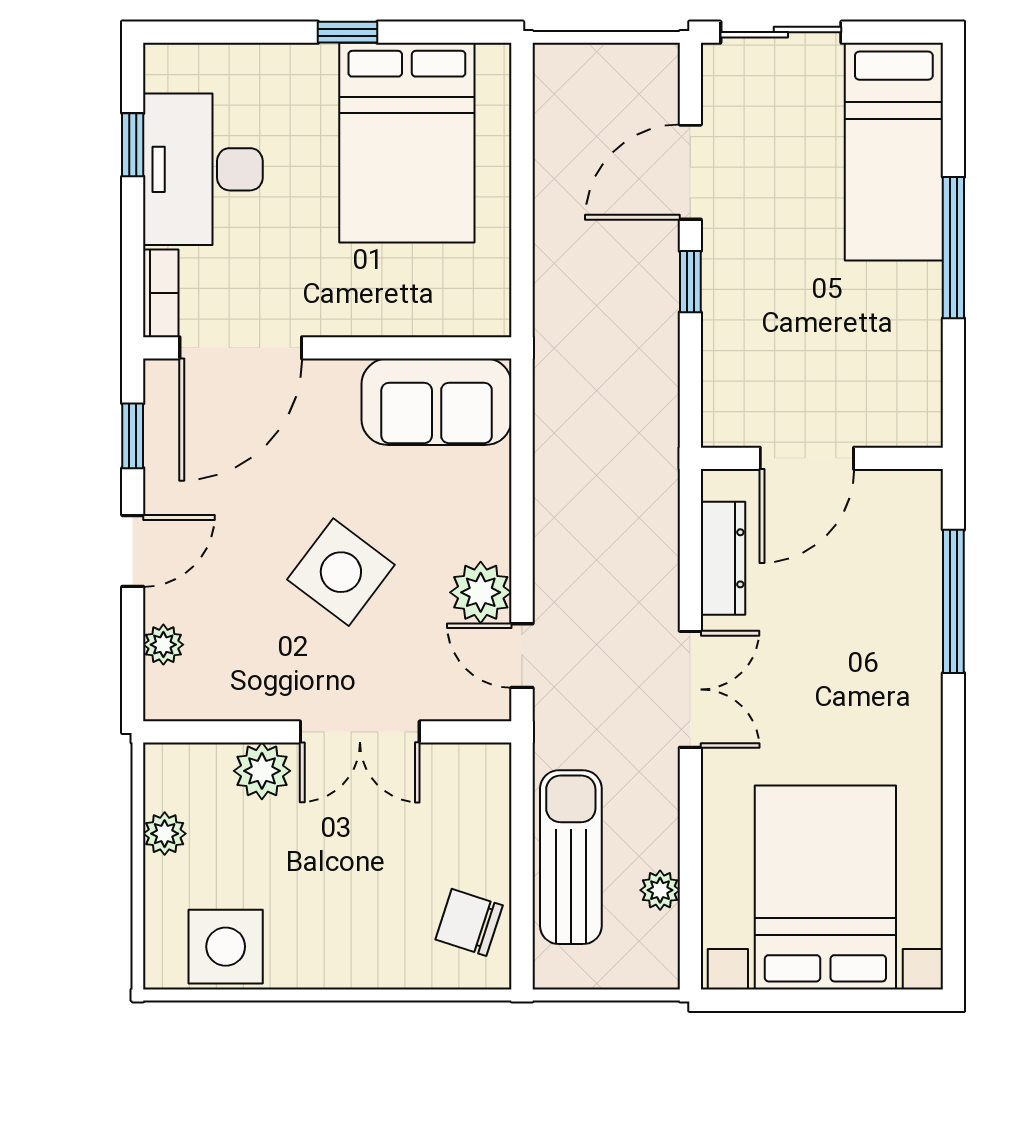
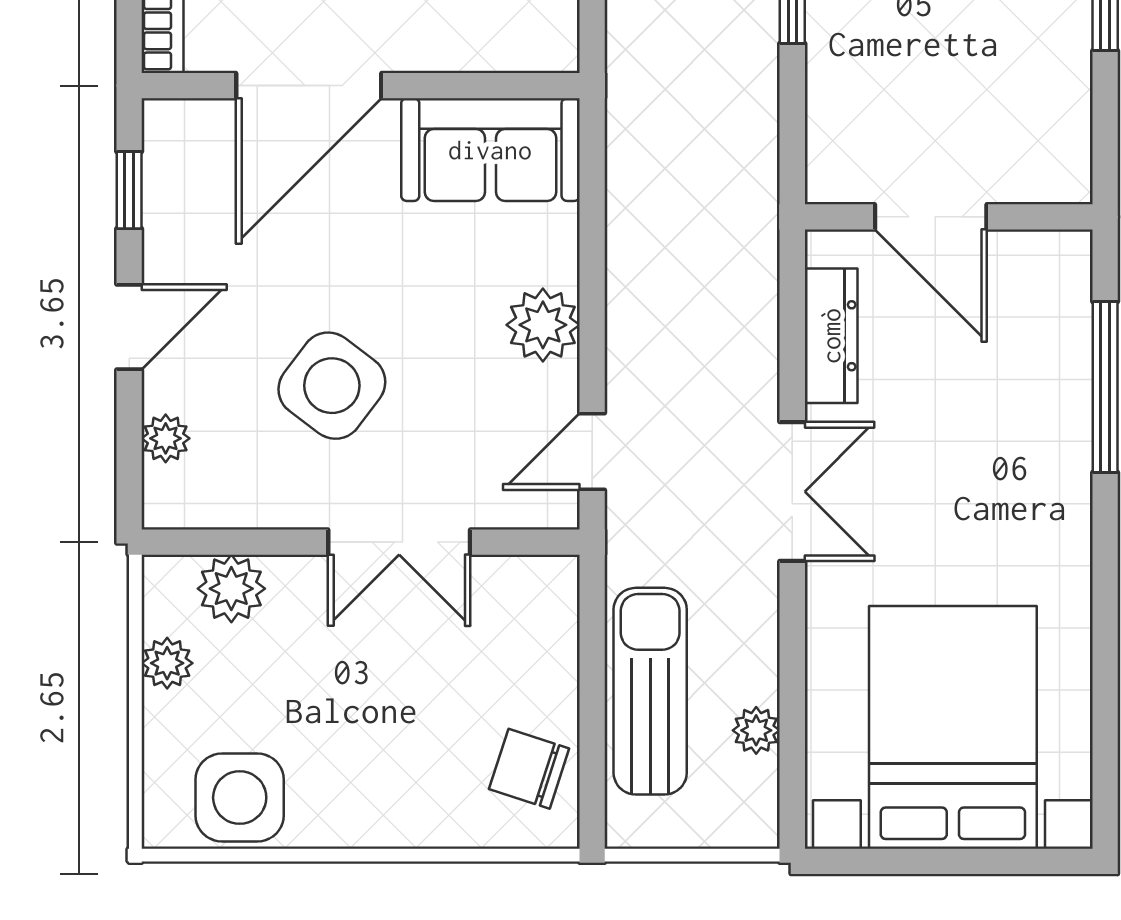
door: (241, 348) -> (309, 86), moved
door: (807, 458) -> (931, 217), hinge flipped
side table: (341, 572) -> (332, 386), moved
plant: (481, 592) -> (543, 325), moved
door: (522, 656) -> (592, 452), hinge flipped
plant: (262, 771) -> (231, 589), moved

